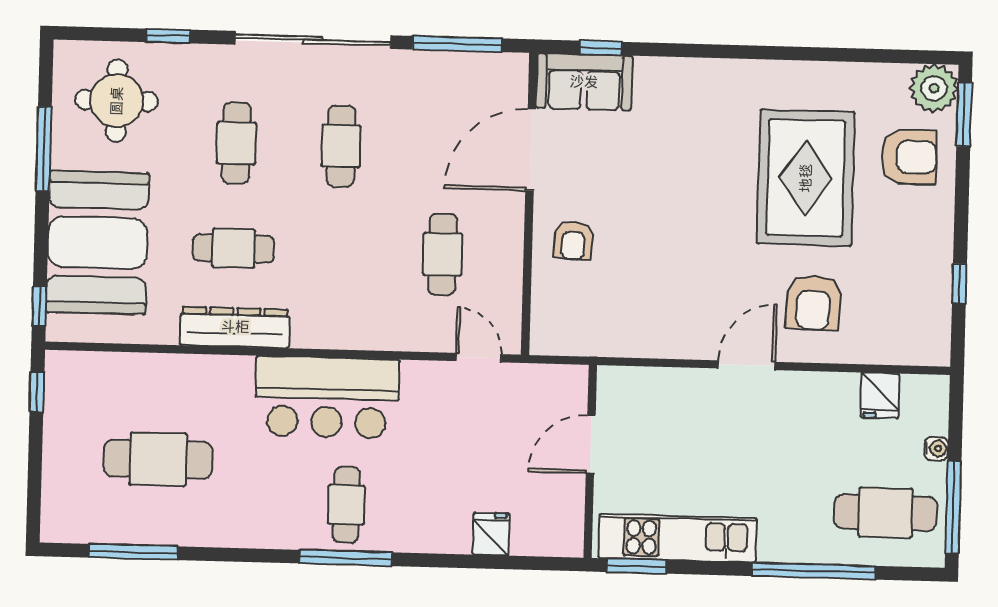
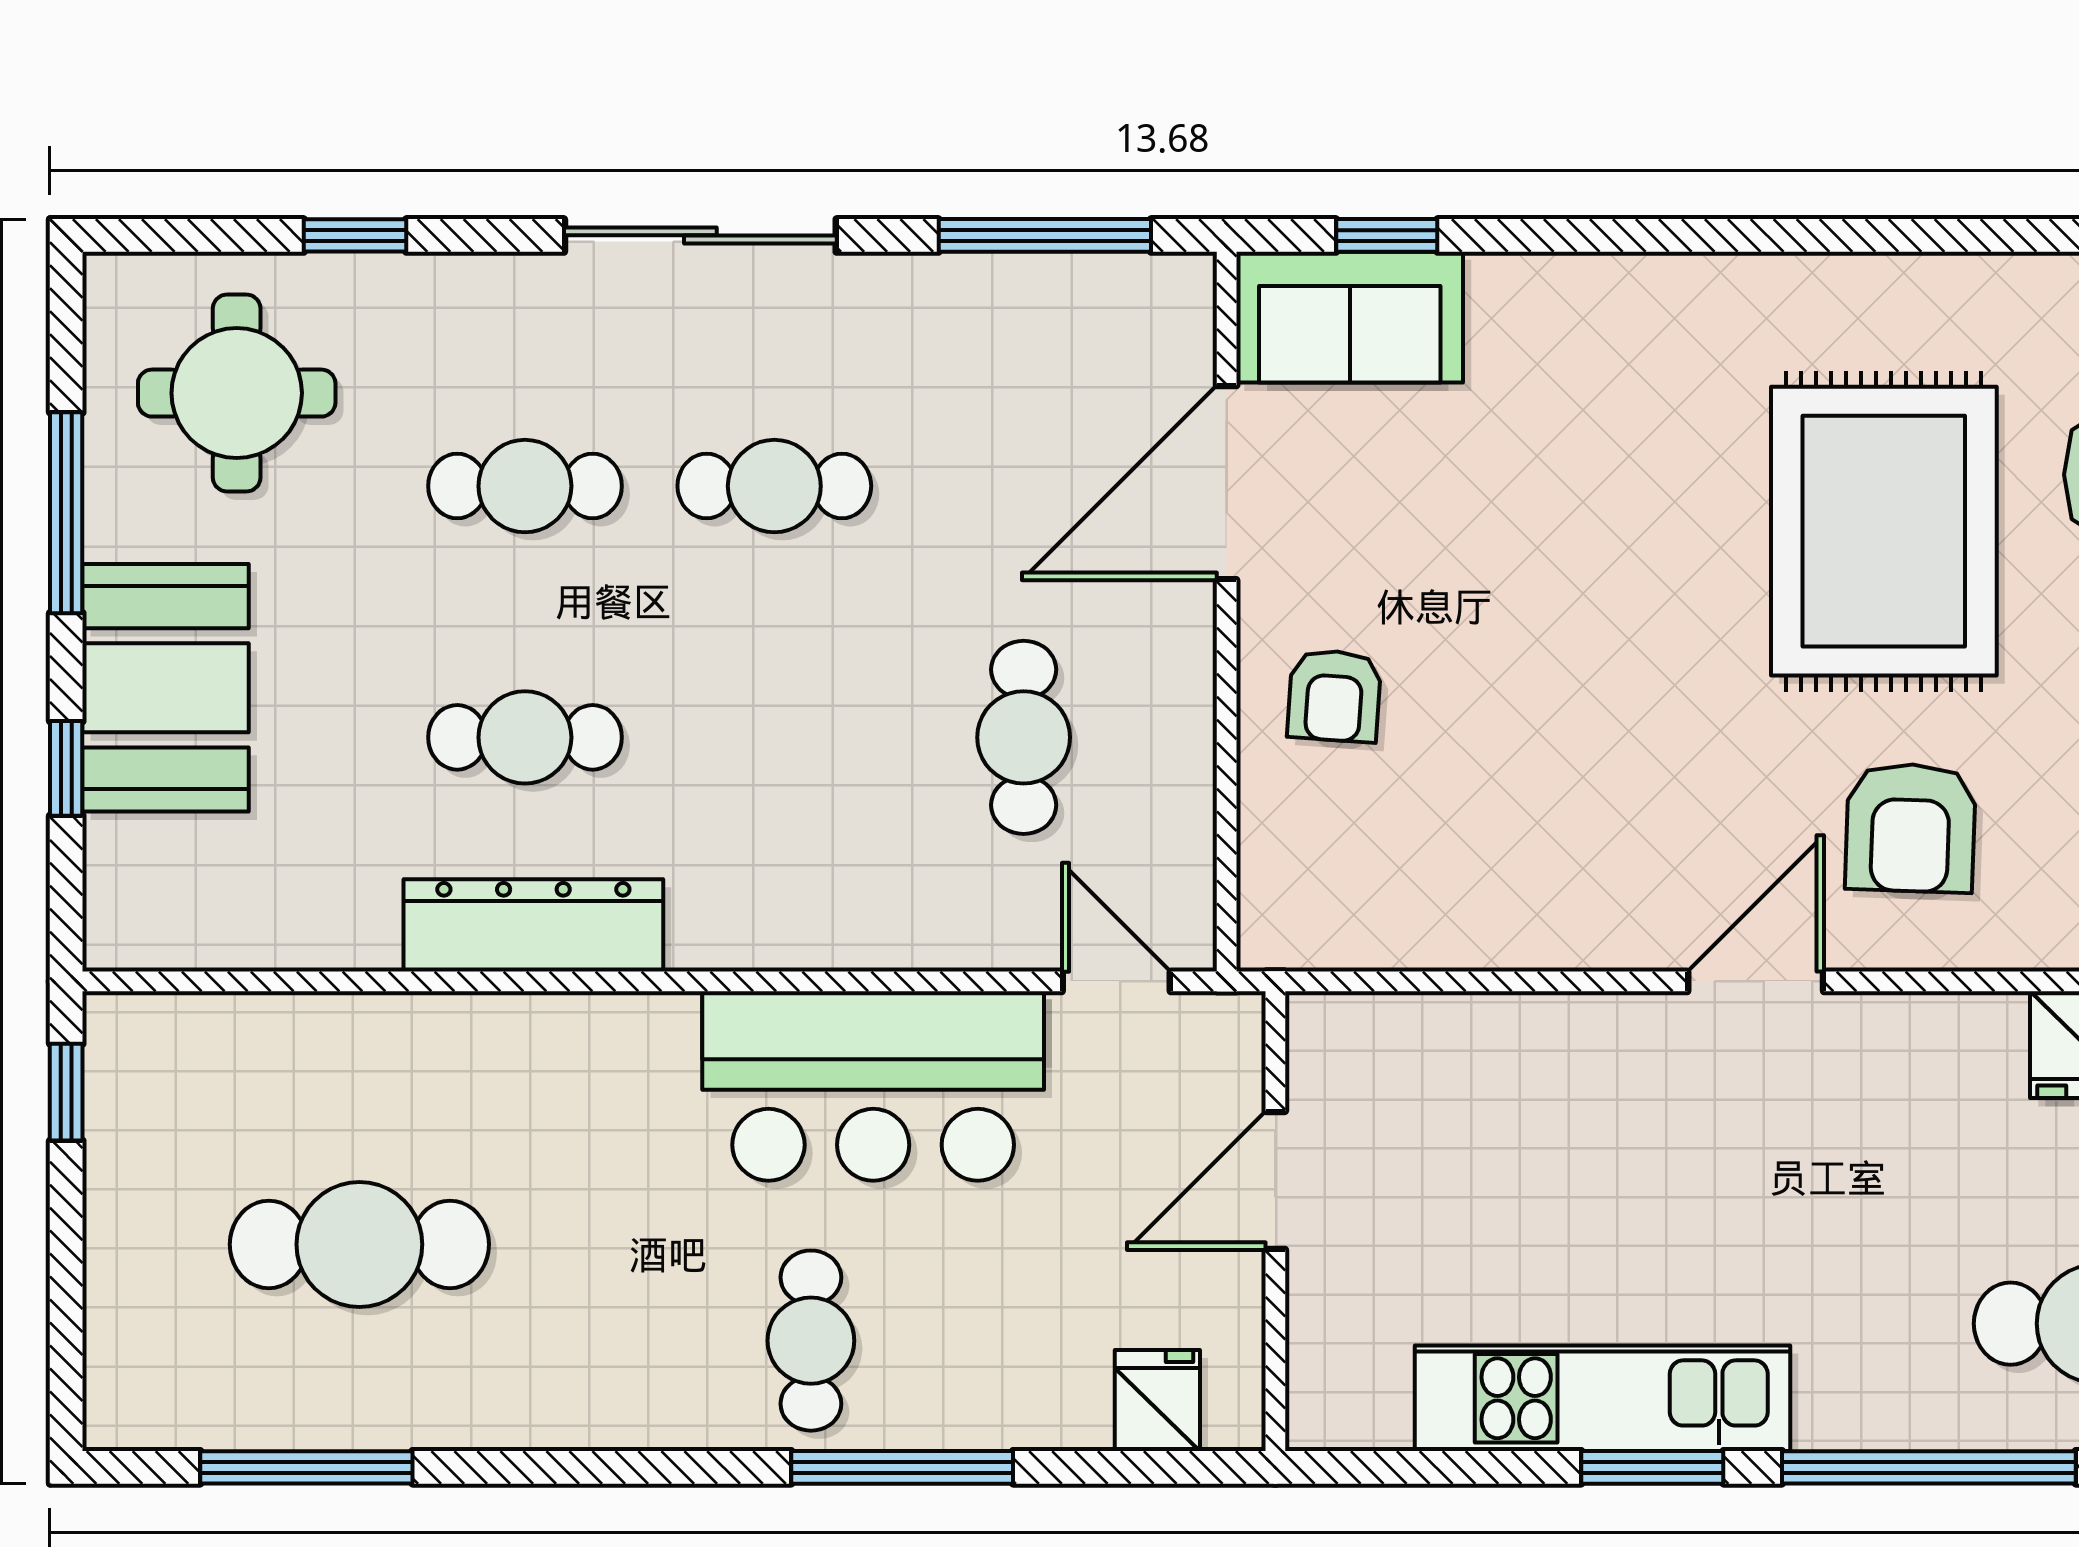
sliding door: (313, 40) -> (700, 235), width x0.73
cafe table: (236, 143) -> (525, 486), turned 90
cafe table: (341, 146) -> (774, 486), turned 90
booth: (98, 243) -> (166, 688), width x0.73, depth x0.70
window: (39, 306) -> (66, 768), moved
bar counter: (327, 397) -> (873, 1086), moved
door: (591, 444) -> (1275, 1180), moved
wall: (590, 461) -> (1275, 1221), moved
window: (346, 558) -> (902, 1467), moved
window: (637, 566) -> (1652, 1467), moved

